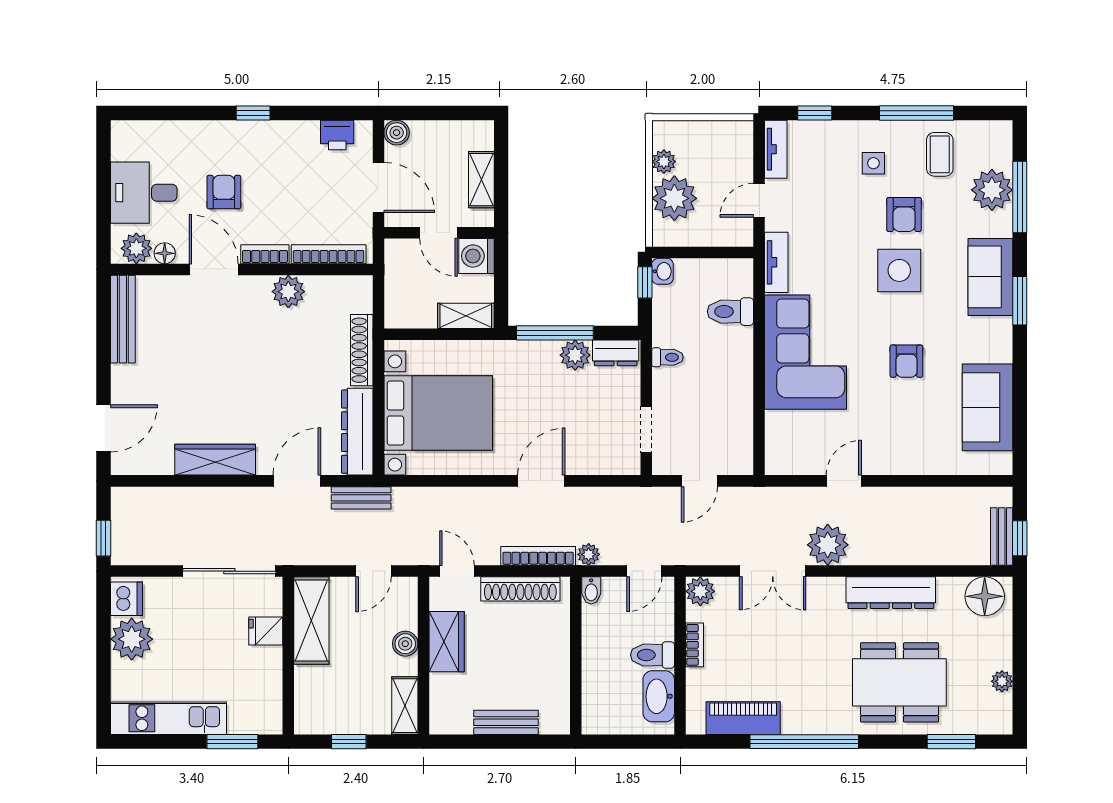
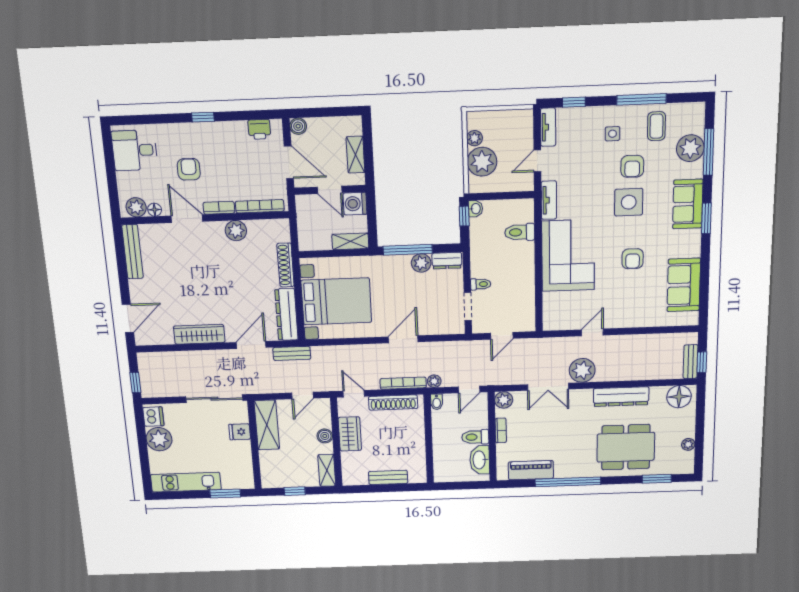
desk: (144, 193) -> (135, 150), moved
toilet: (668, 357) -> (481, 284), moved

